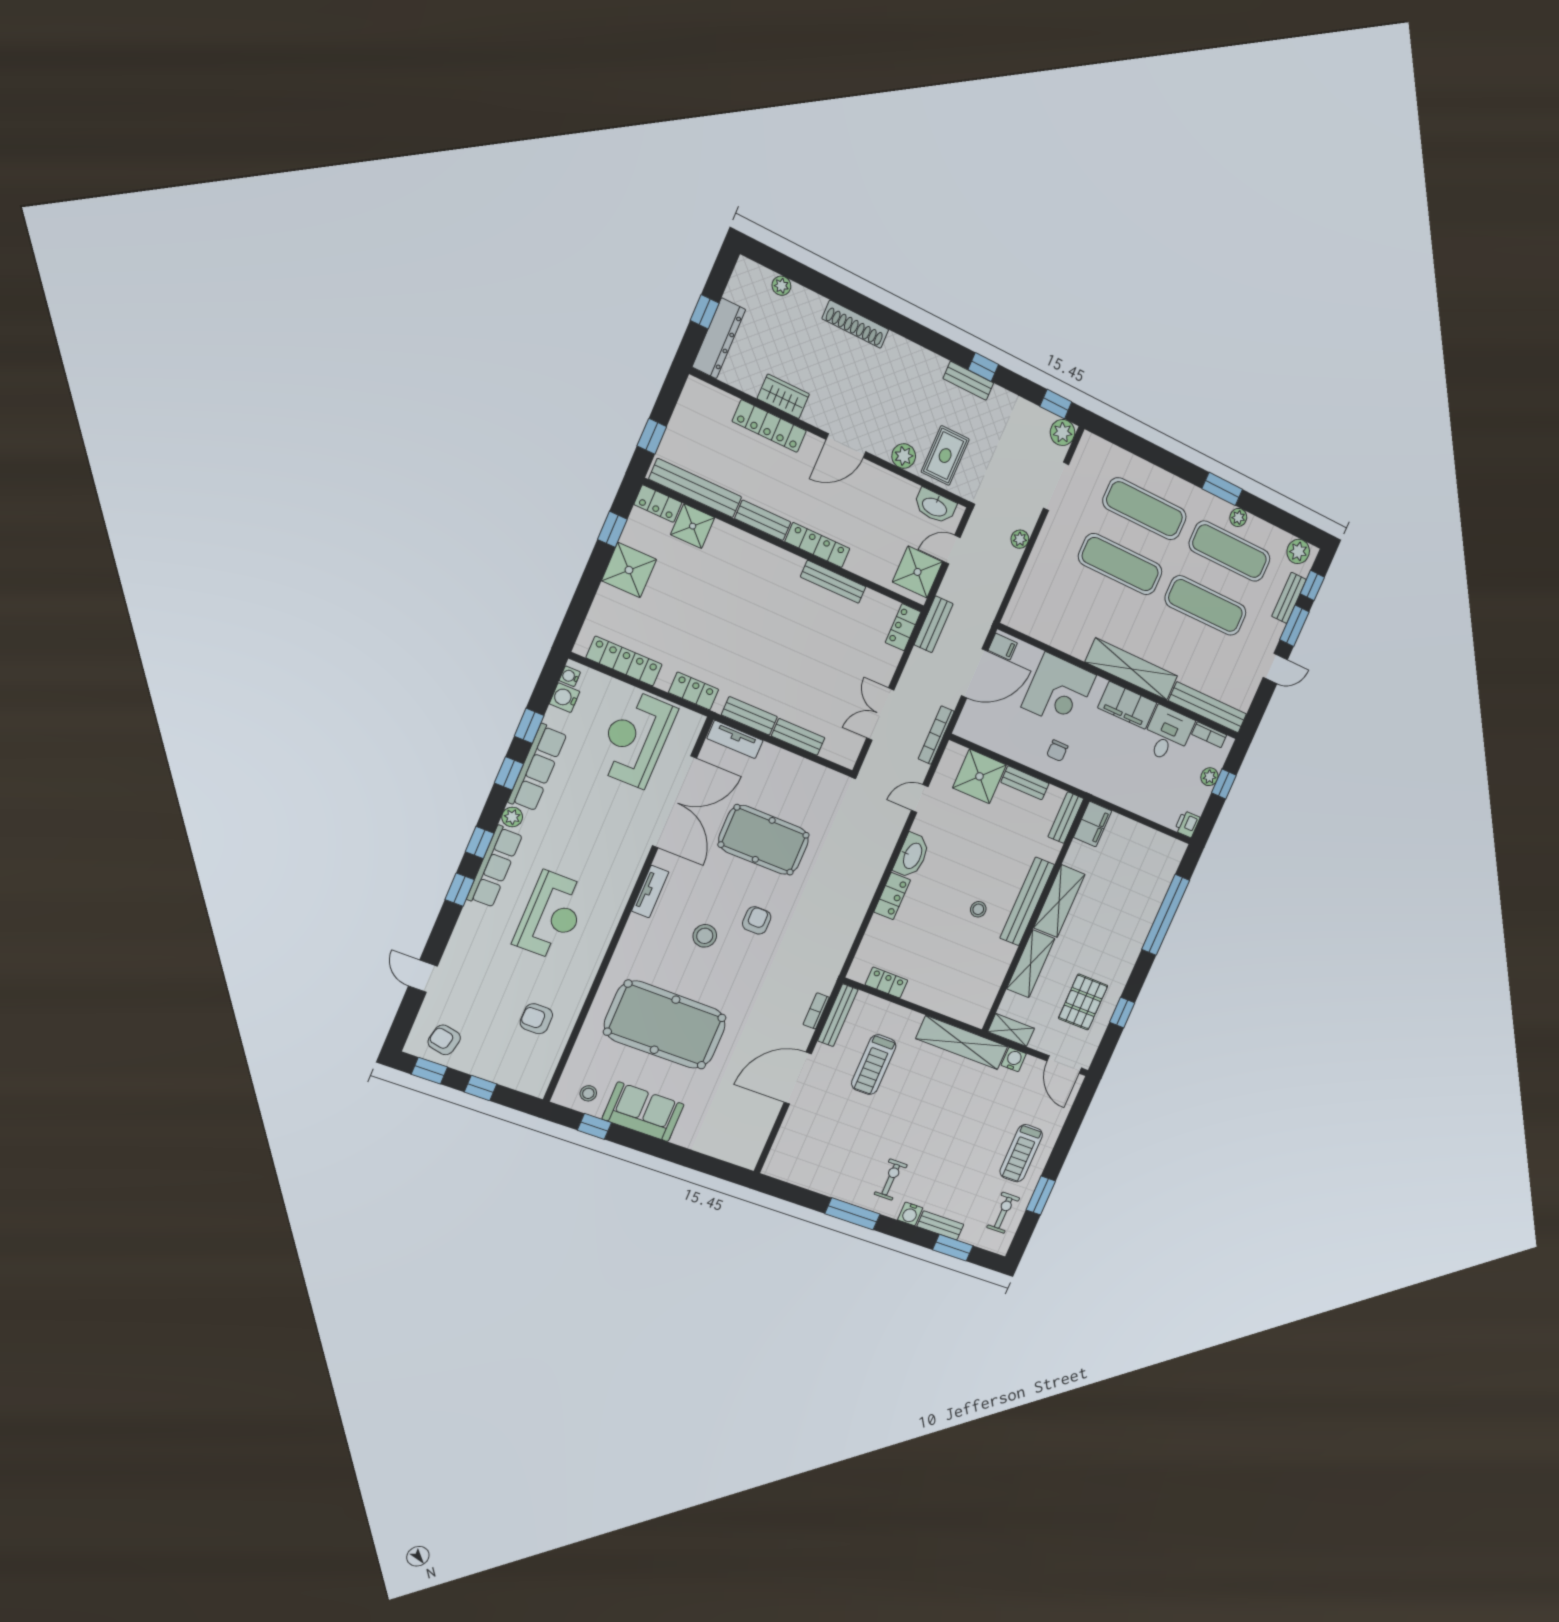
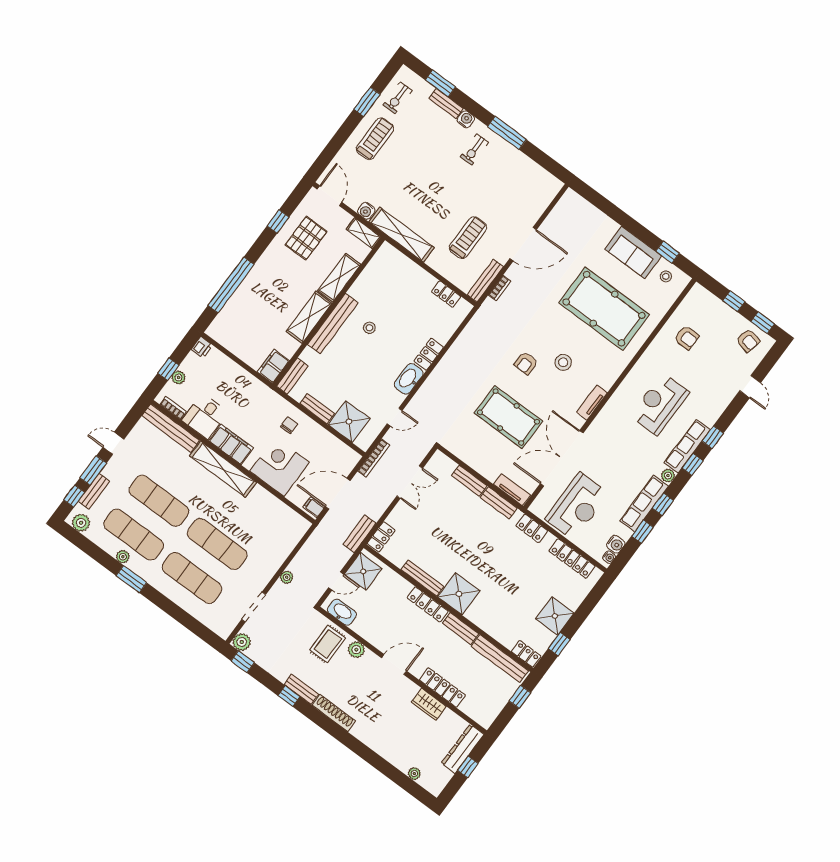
shoe rack: (855, 324) -> (334, 713), moved
shower: (693, 526) -> (459, 594), moved, width x1.36, depth x1.36

